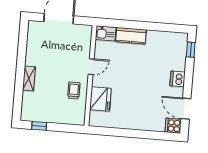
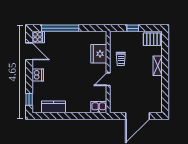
kitchen counter: (131, 36) -> (54, 107), moved
pallet: (33, 112) -> (152, 39), added
window: (39, 126) -> (133, 28), moved
window: (145, 134) -> (60, 28), added

